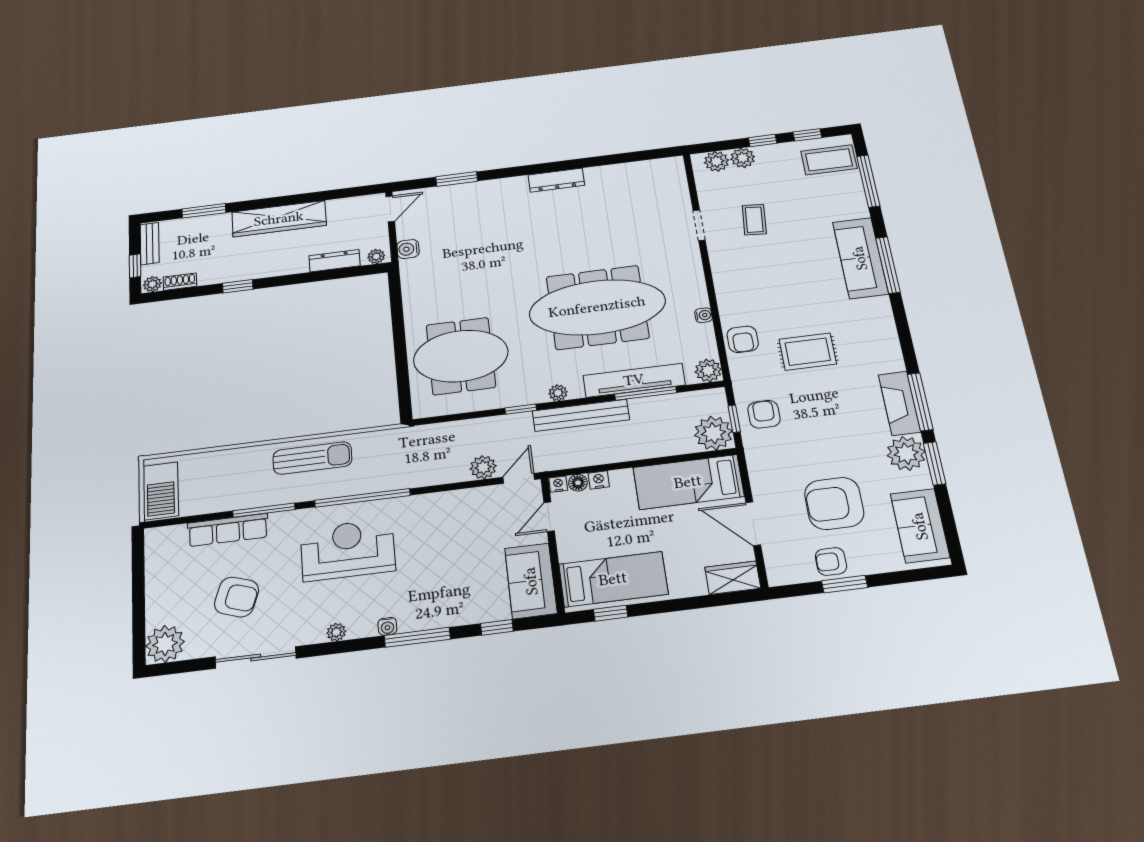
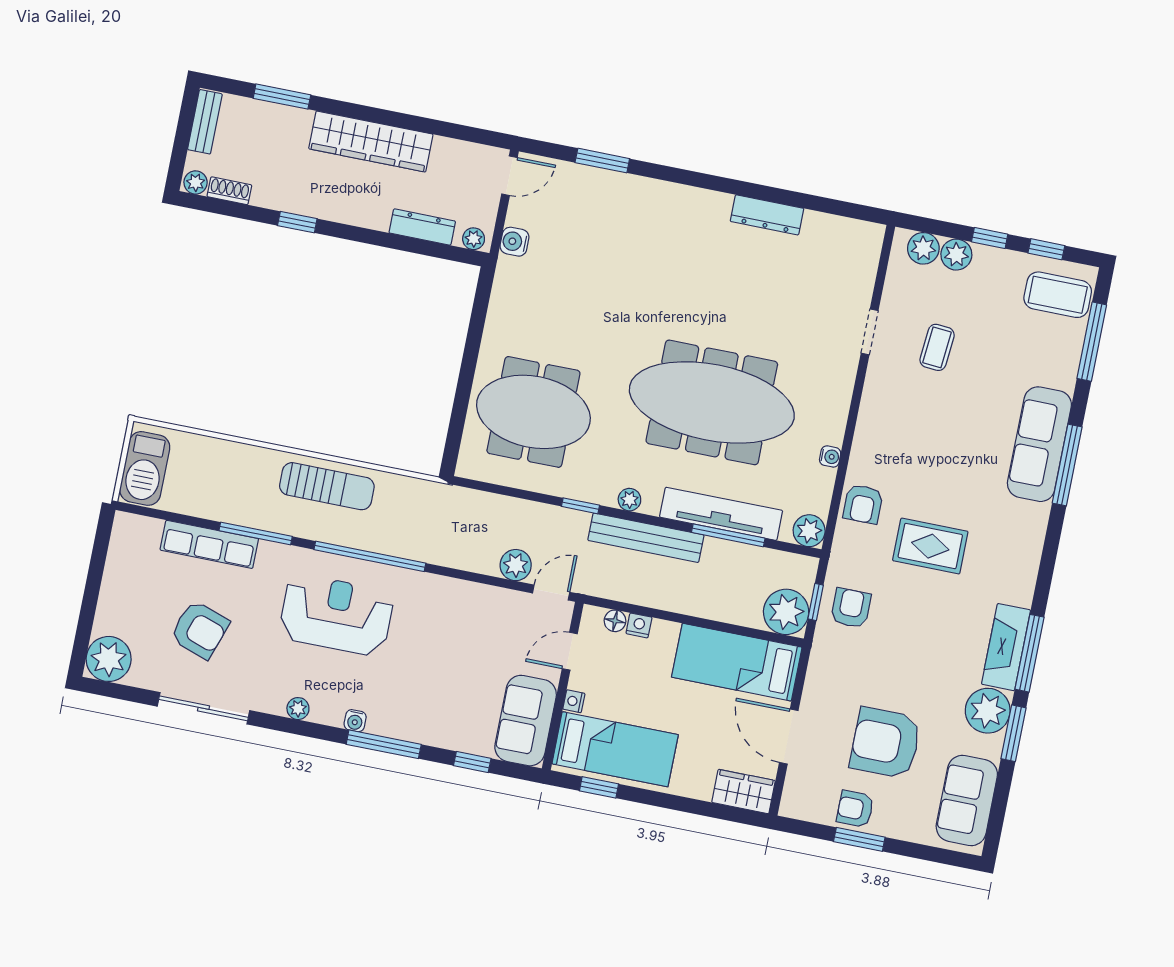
dresser: (556, 180) -> (767, 215), moved
window: (135, 266) -> (180, 148), removed
nightstand: (558, 484) -> (574, 701), moved, turned -90

